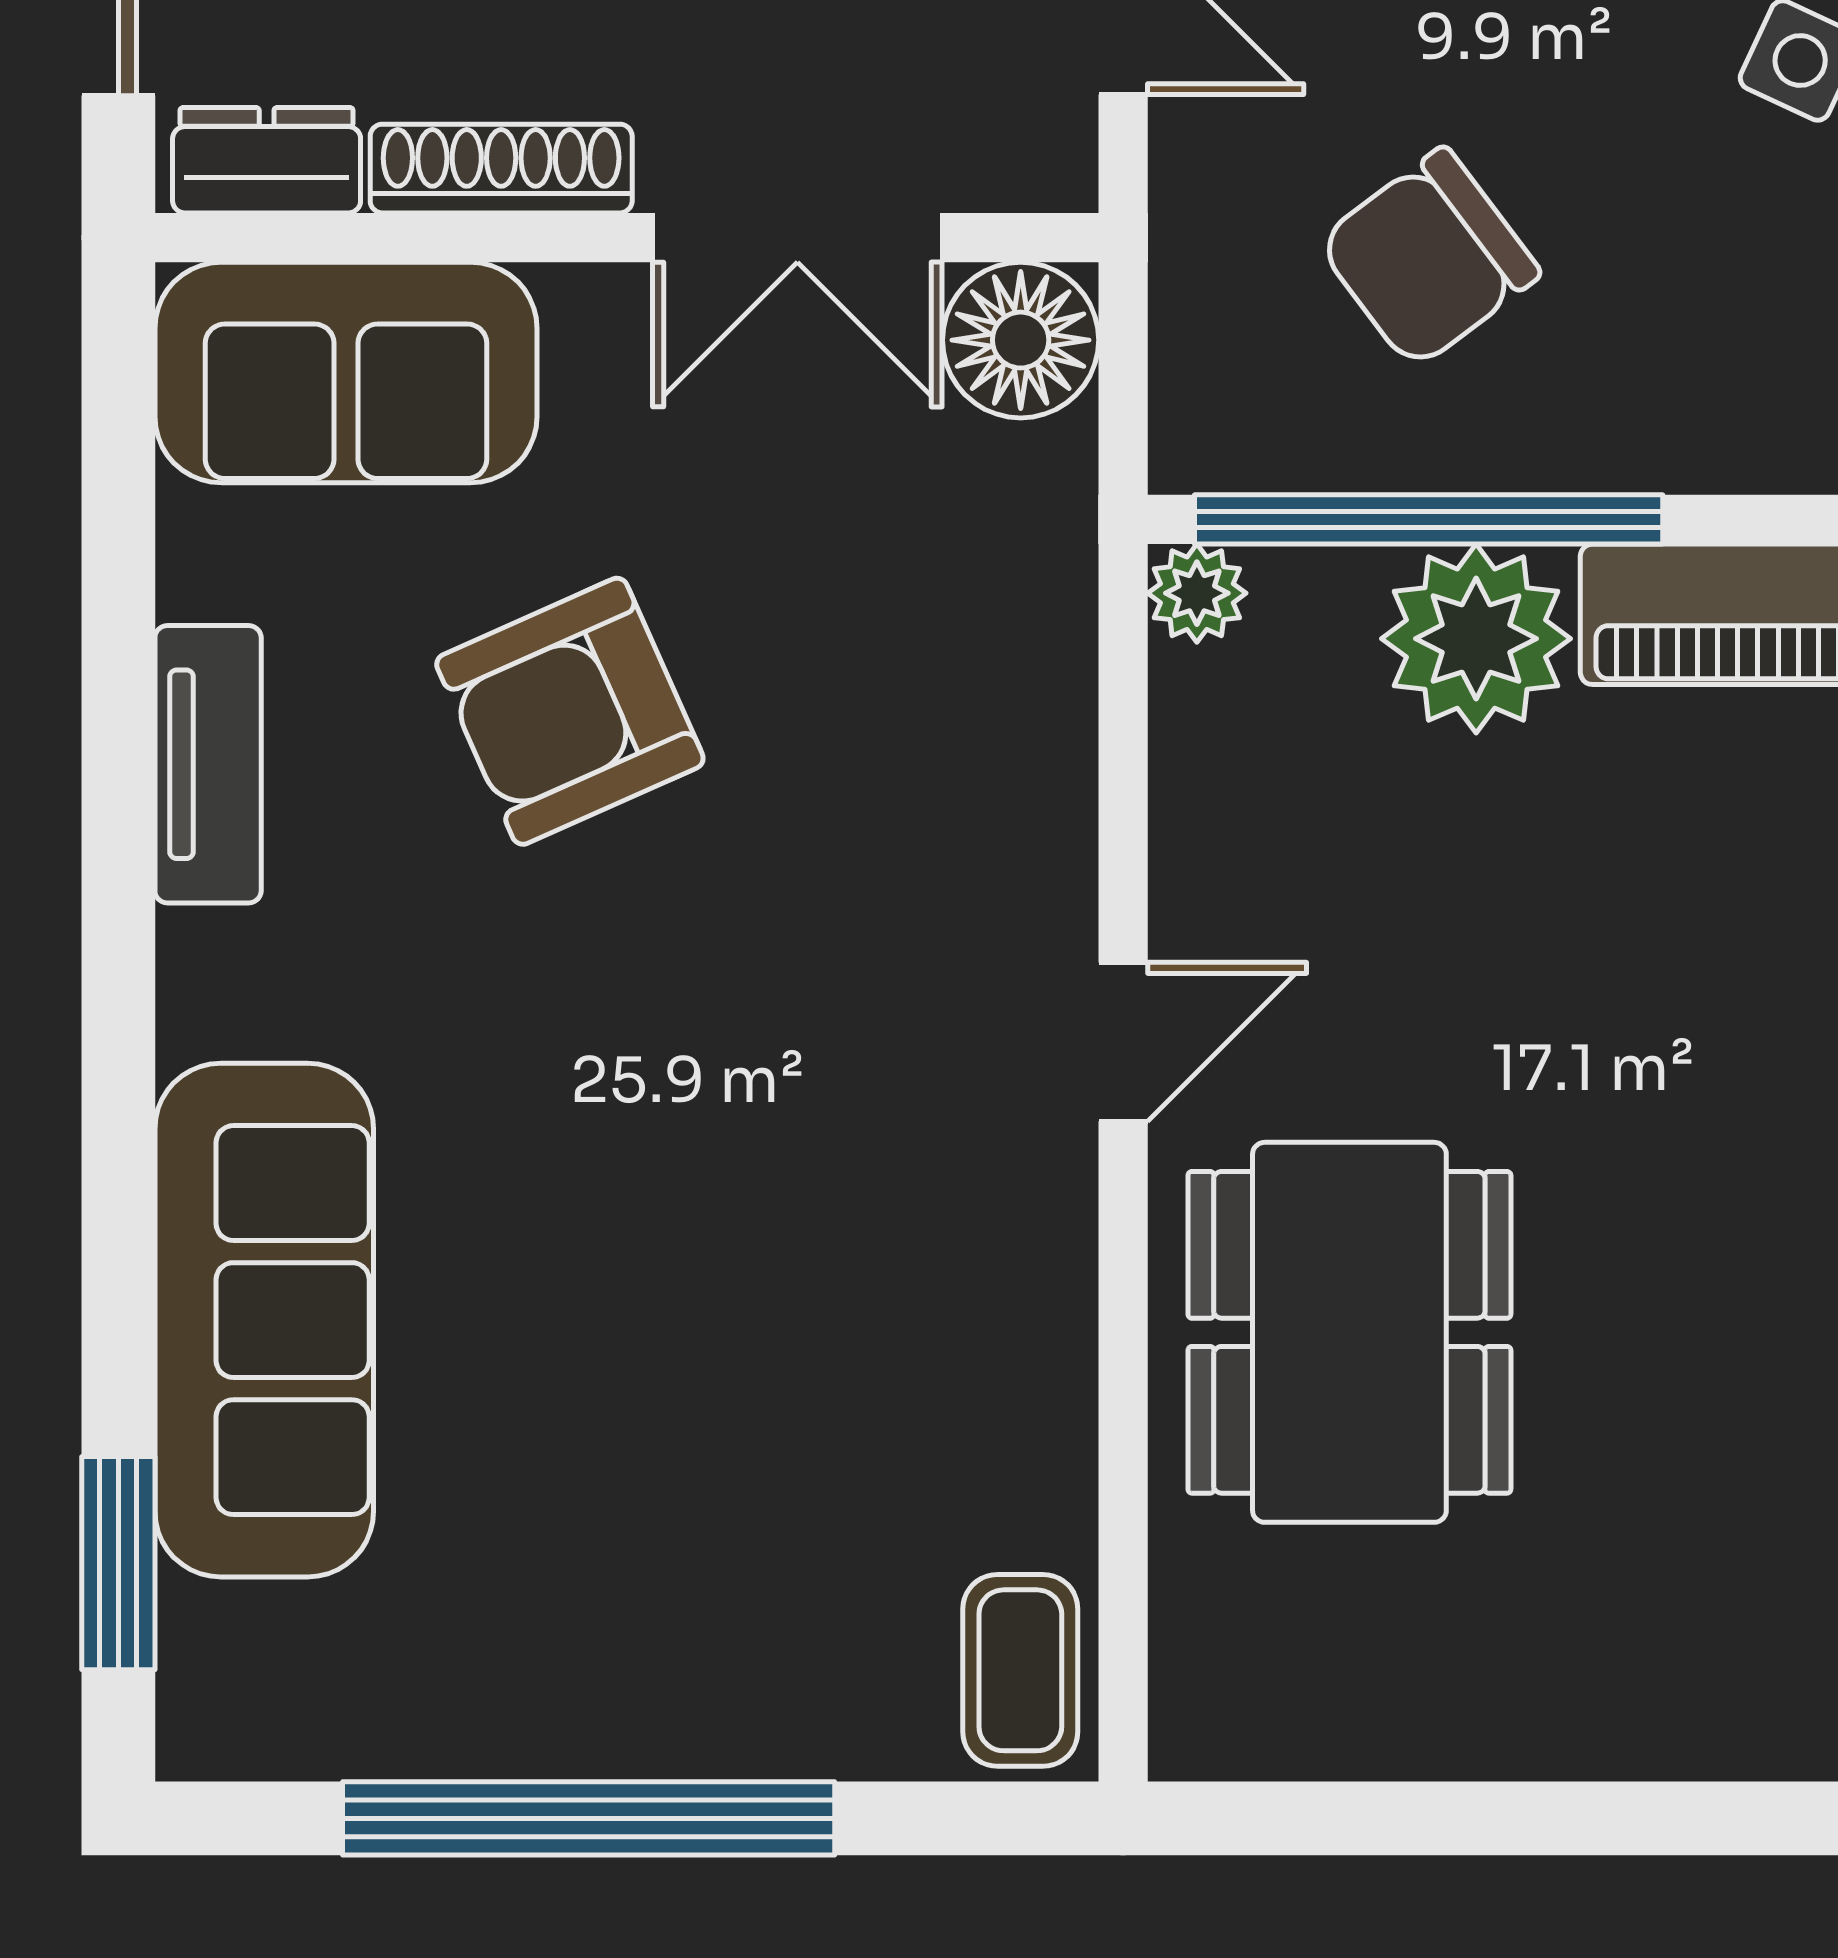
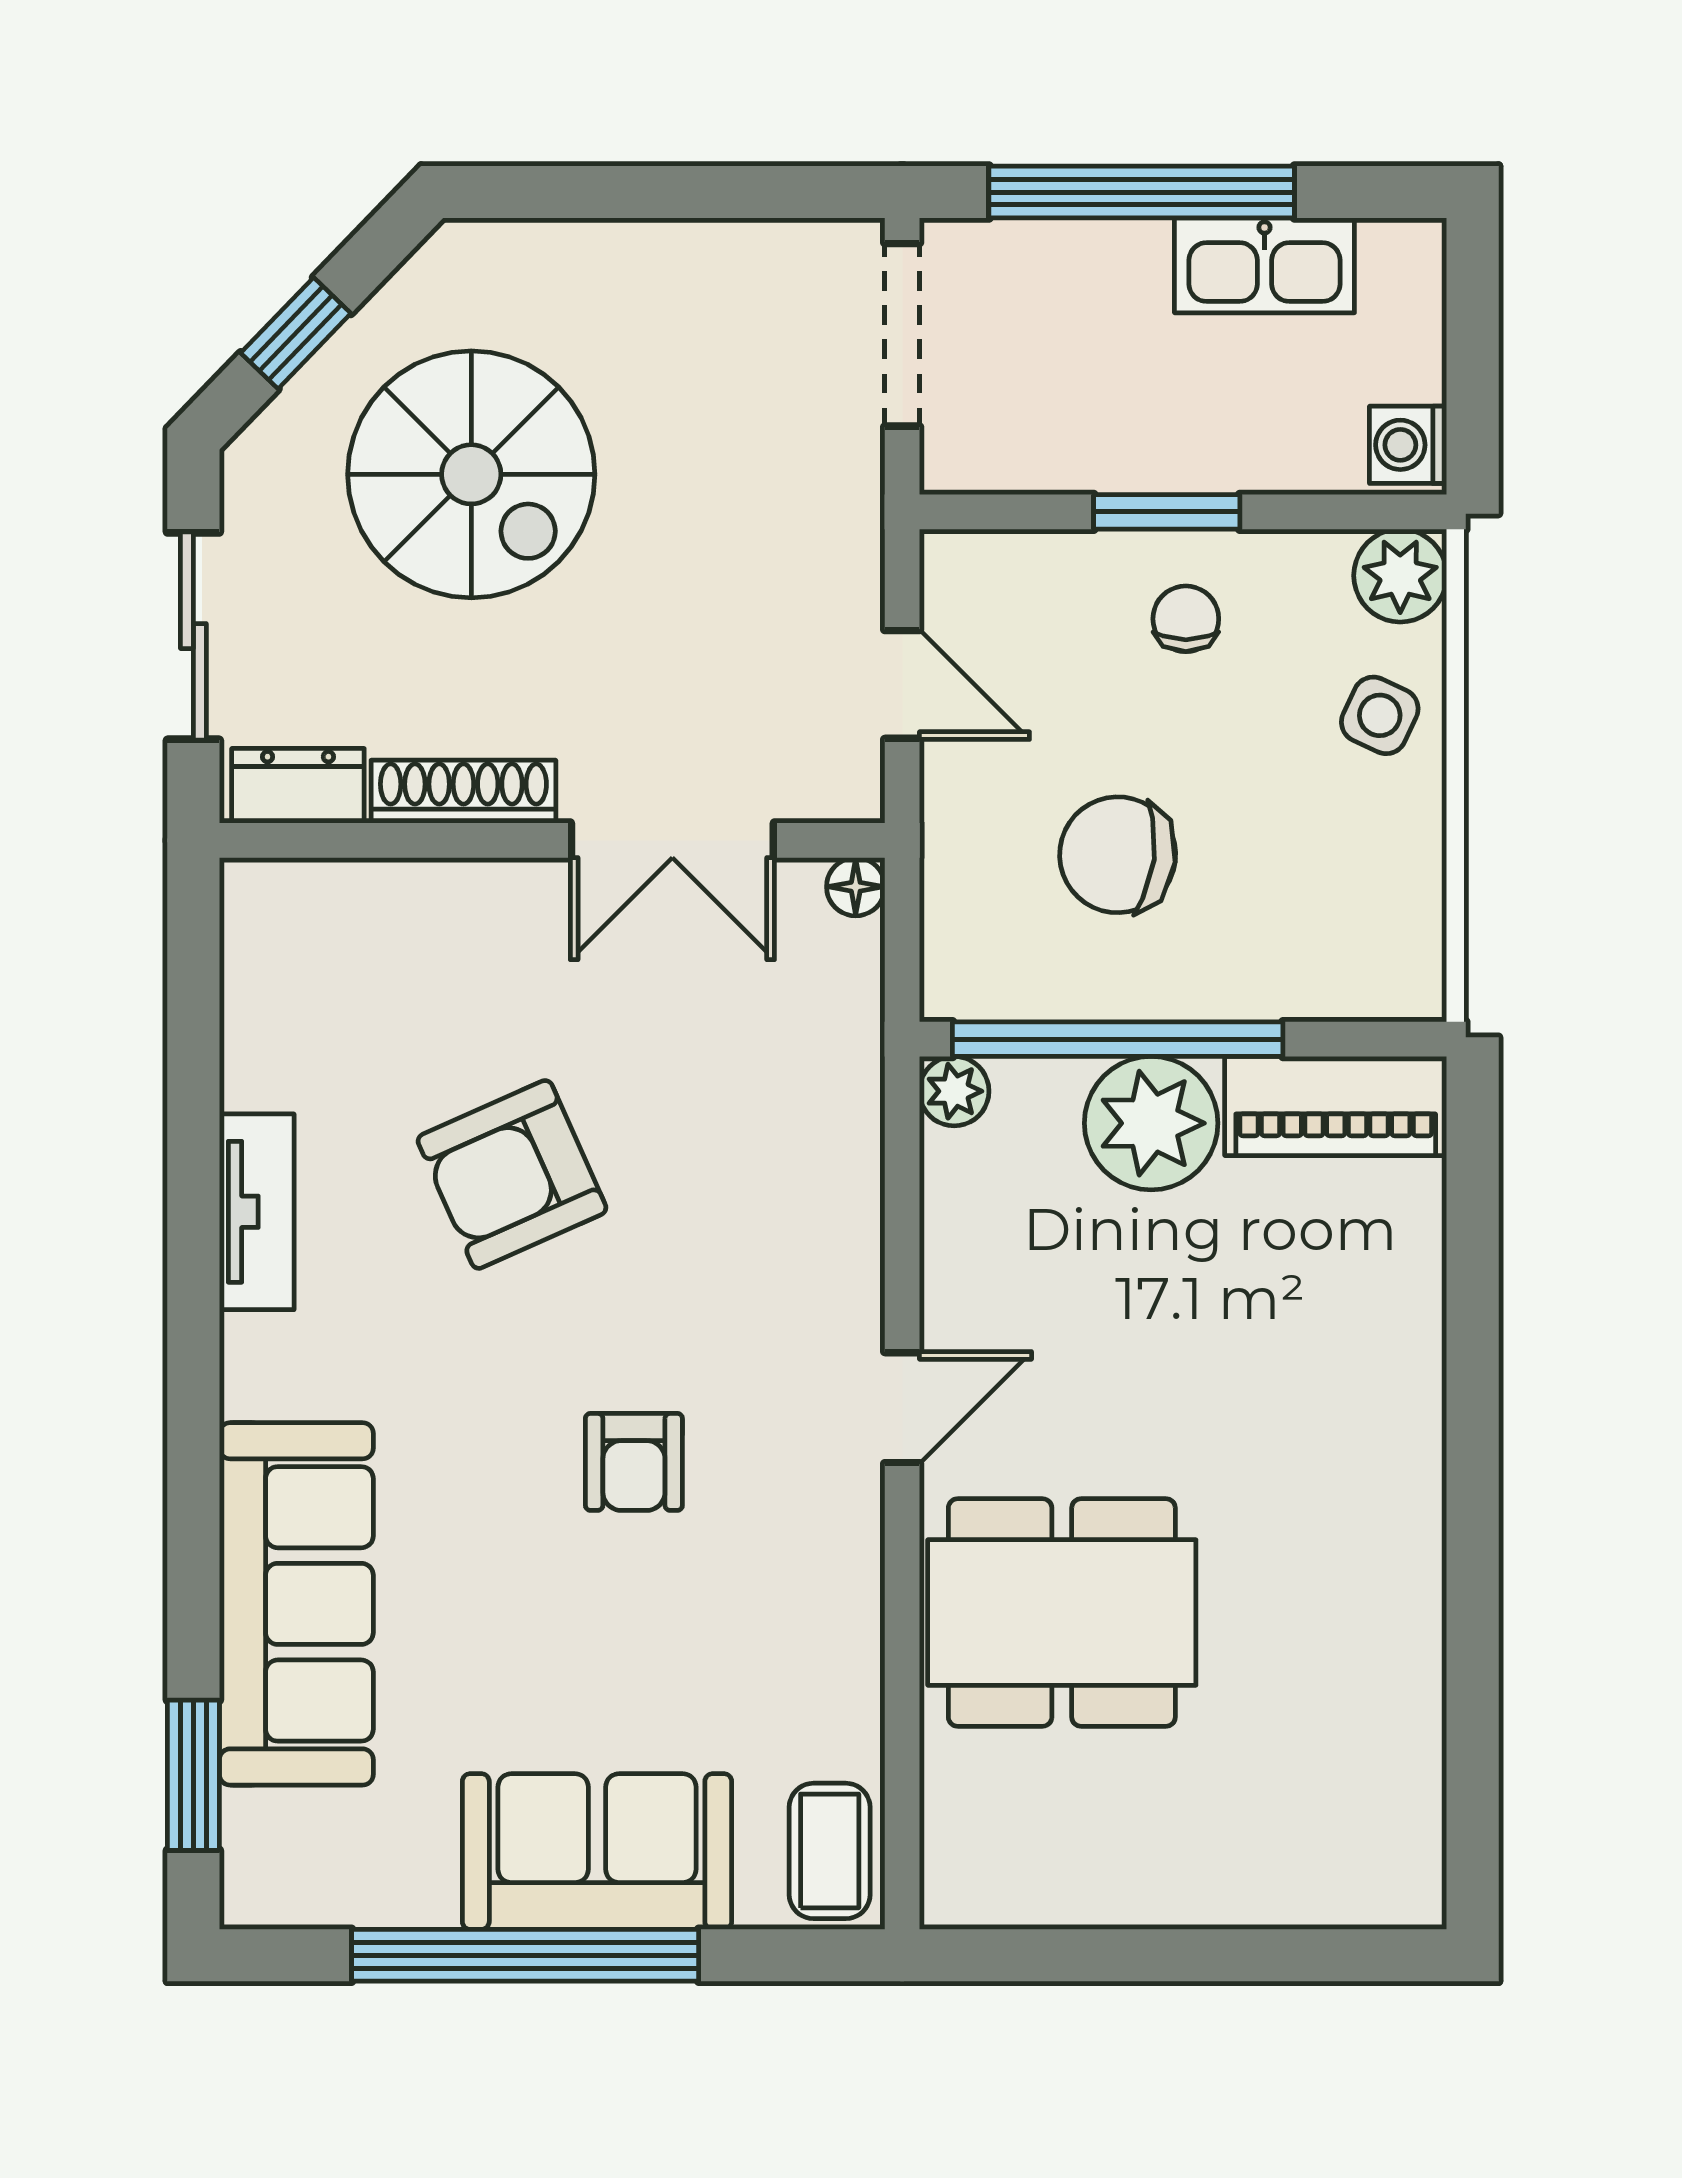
chair: (1429, 258) -> (1118, 855), turned 44
floor lamp: (1021, 340) -> (856, 887), width x0.53, depth x0.53
sofa: (346, 373) -> (597, 1851), moved, turned 180
armchair: (743, 1119) -> (634, 1462), added
dining table: (1349, 1332) -> (1062, 1613), turned 90

